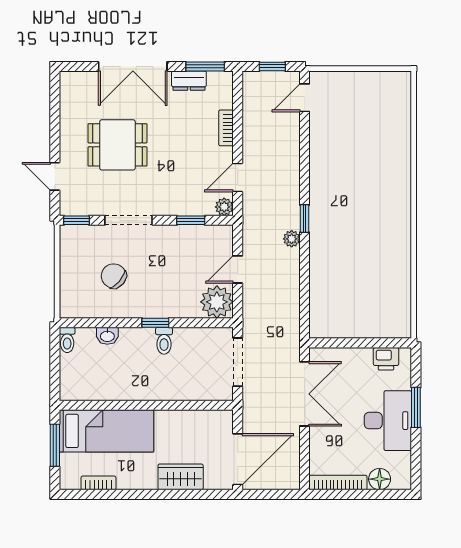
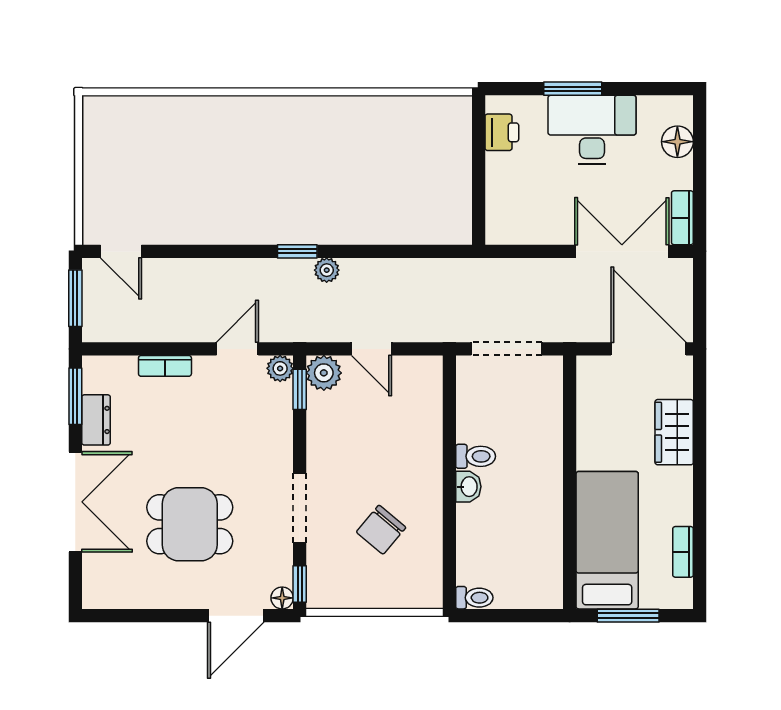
window: (272, 66) -> (75, 298), width x1.50
dining table: (117, 145) -> (190, 524), turned 90
door: (55, 176) -> (236, 616), width x1.38
door: (238, 178) -> (237, 349), swing flipped
floor lamp: (67, 208) -> (282, 598), added
window: (191, 220) -> (300, 389), moved
plant: (217, 302) -> (324, 373), moved, width x0.73, depth x0.73
window: (155, 323) -> (449, 469), removed
washbasin: (107, 336) -> (468, 487), moved
double door: (305, 394) -> (622, 251), moved
bookcase: (338, 482) -> (682, 218), width x0.64

